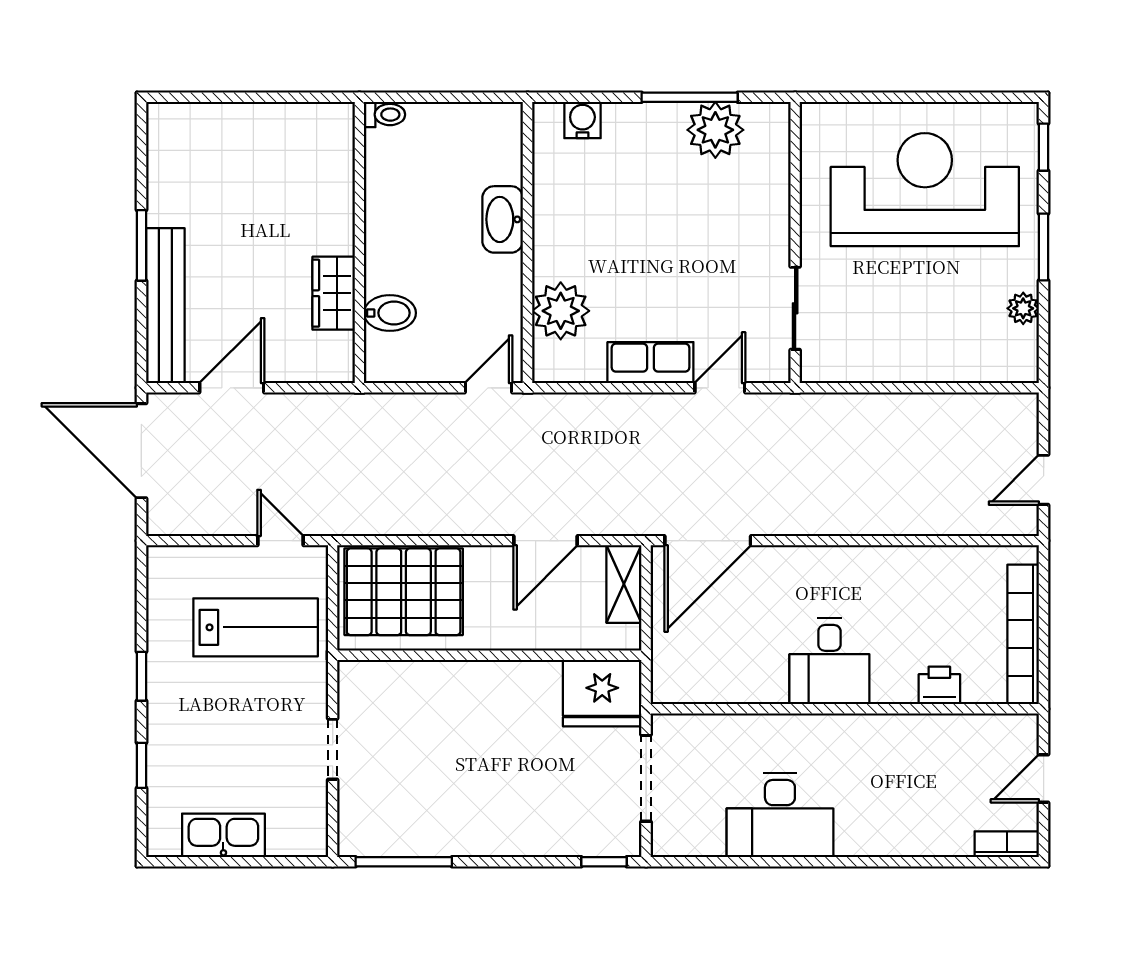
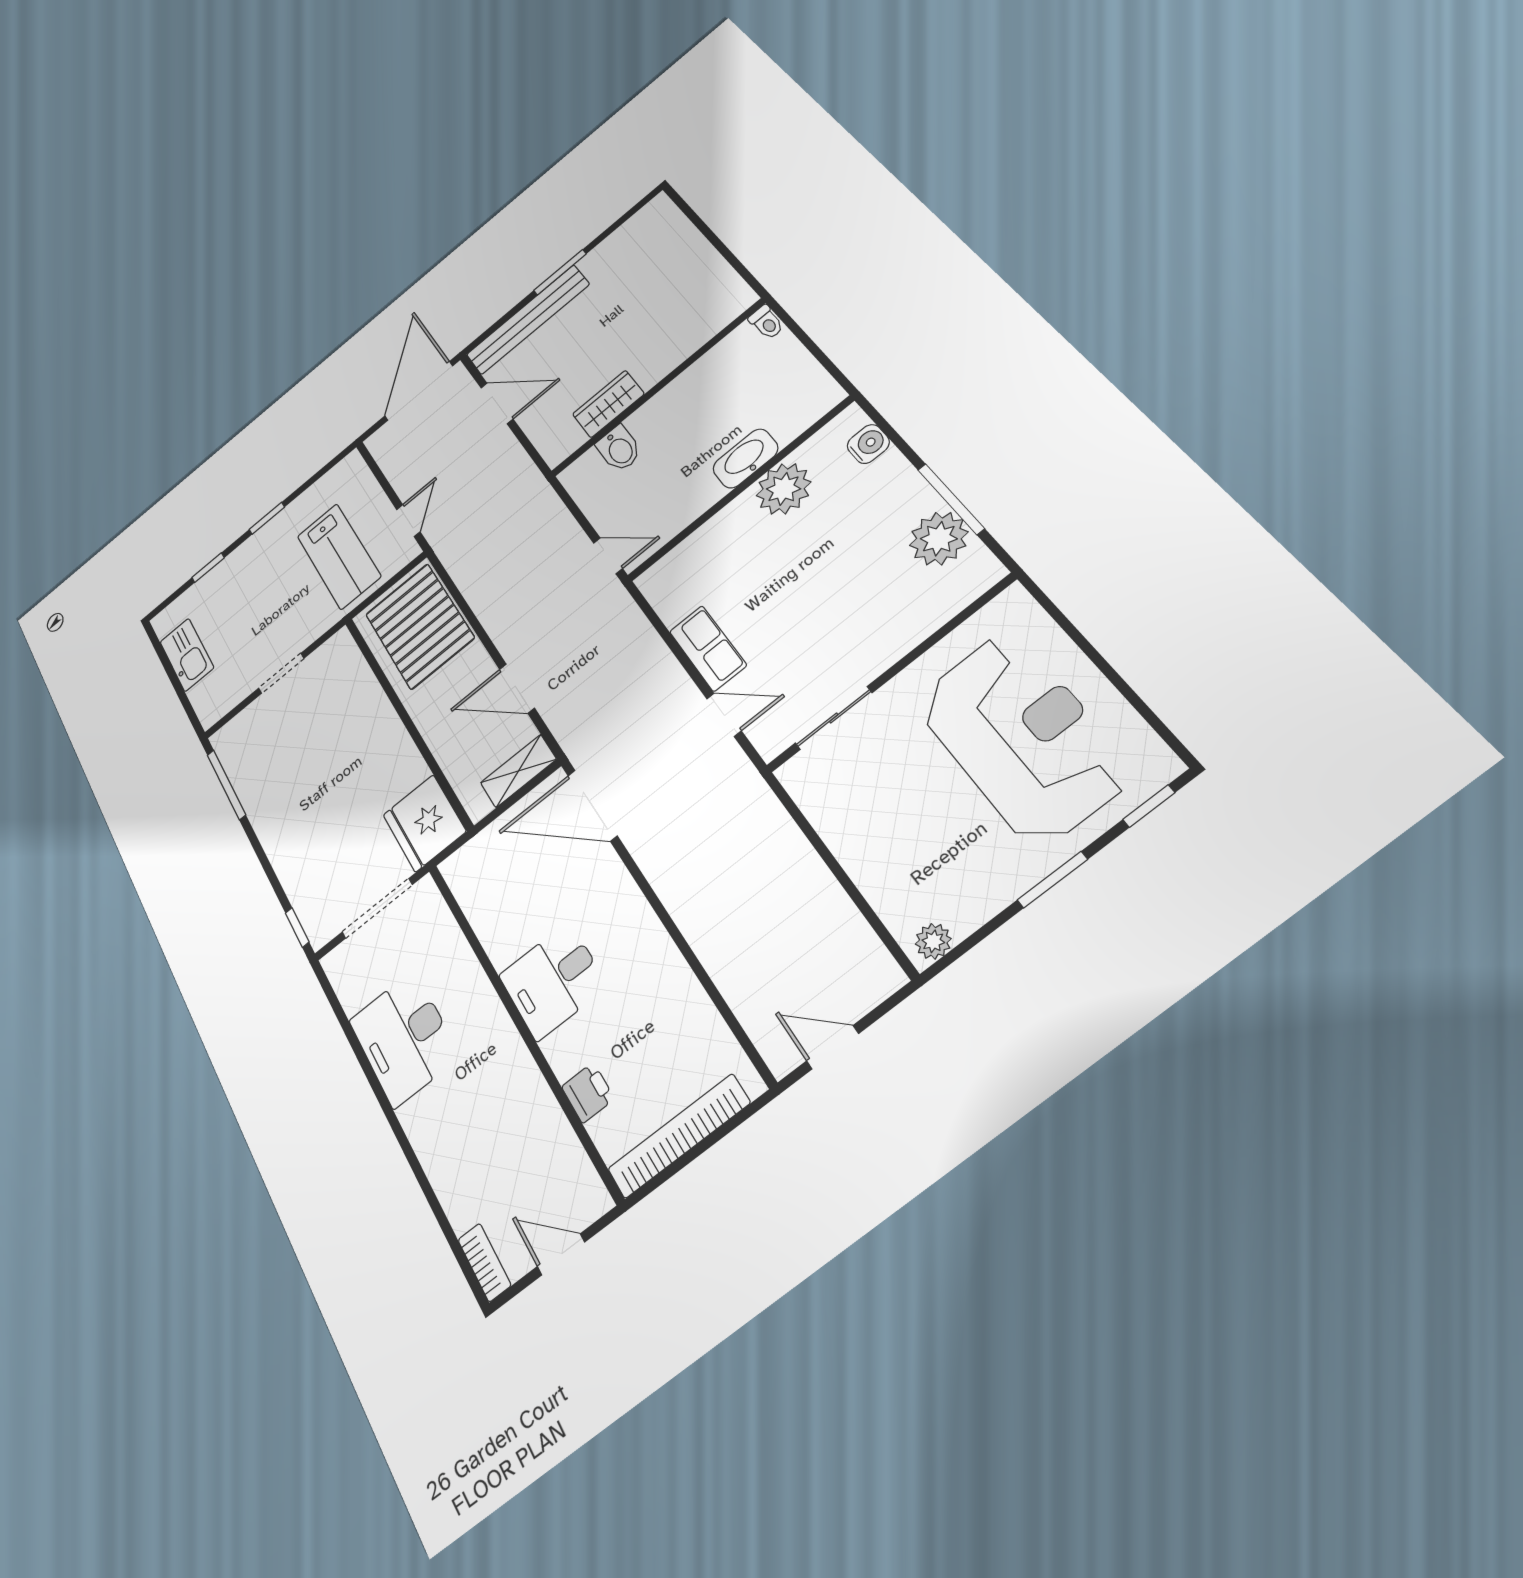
plant: (1023, 308) -> (933, 941), moved
plant: (561, 311) -> (784, 489), moved

